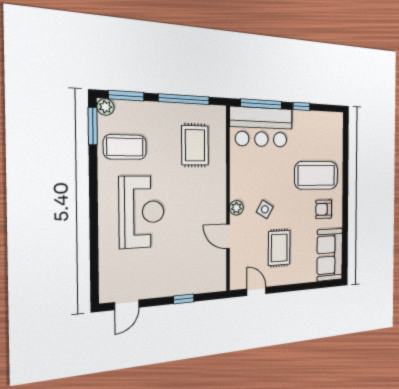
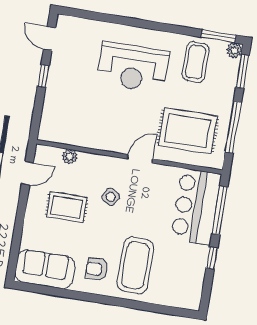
rug: (195, 145) -> (188, 131), width x1.36, depth x1.43
plant: (236, 208) -> (70, 157), moved
armchair: (324, 209) -> (97, 269), turned -90
door: (228, 236) -> (140, 159), moved
window: (184, 299) -> (43, 76), moved

